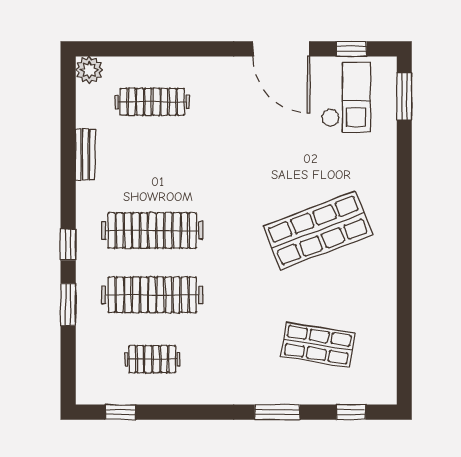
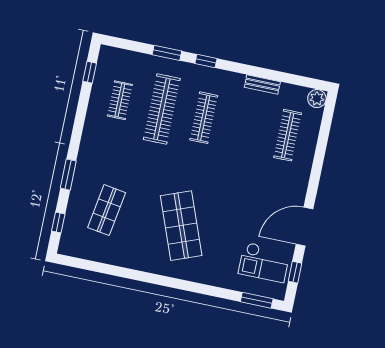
clothes rail: (152, 230) -> (204, 118), width x0.73, depth x0.76

